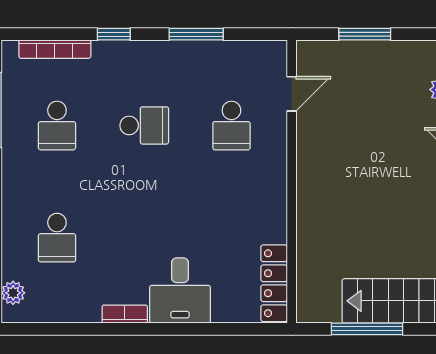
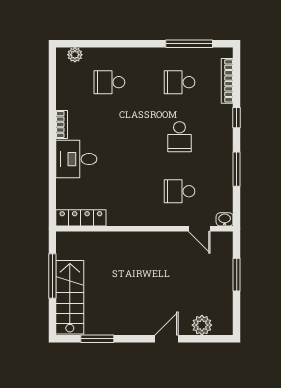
washbasin: (276, 53) -> (225, 219), added

